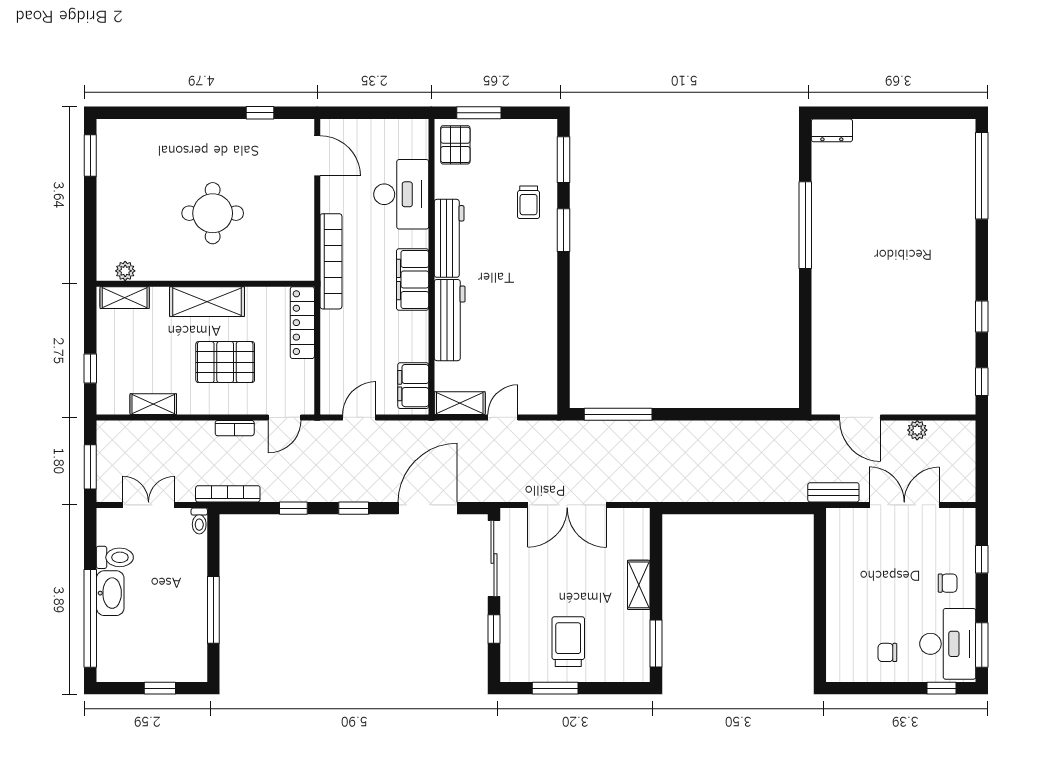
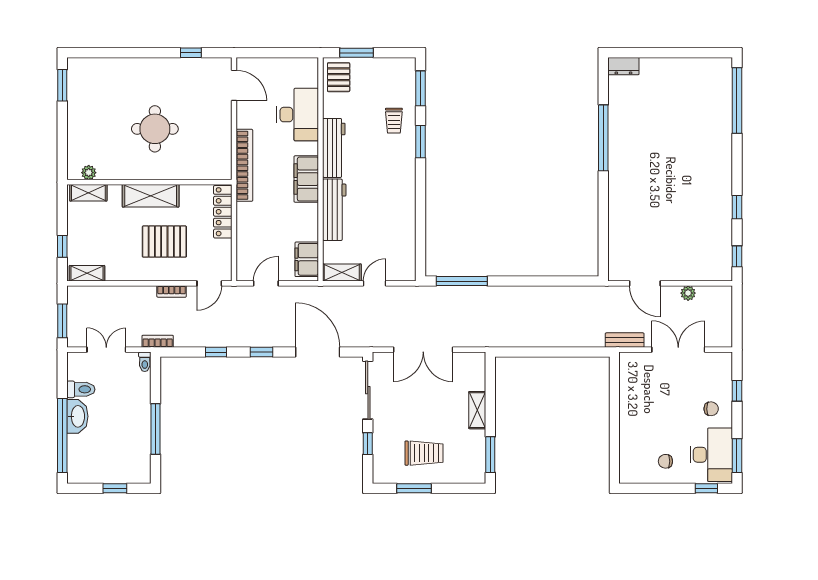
shelving: (153, 404) -> (87, 273), moved
bookcase: (228, 494) -> (158, 341), width x0.64
door: (428, 508) -> (318, 352), hinge flipped
trolley: (568, 642) -> (424, 453), turned 90

